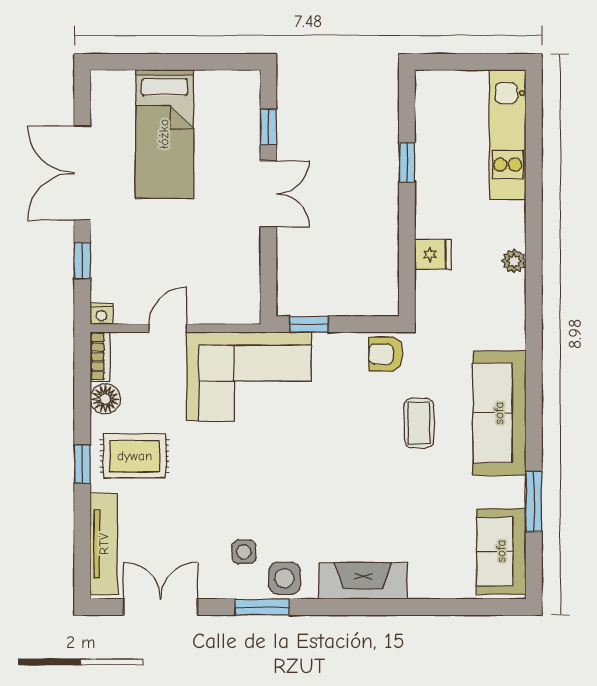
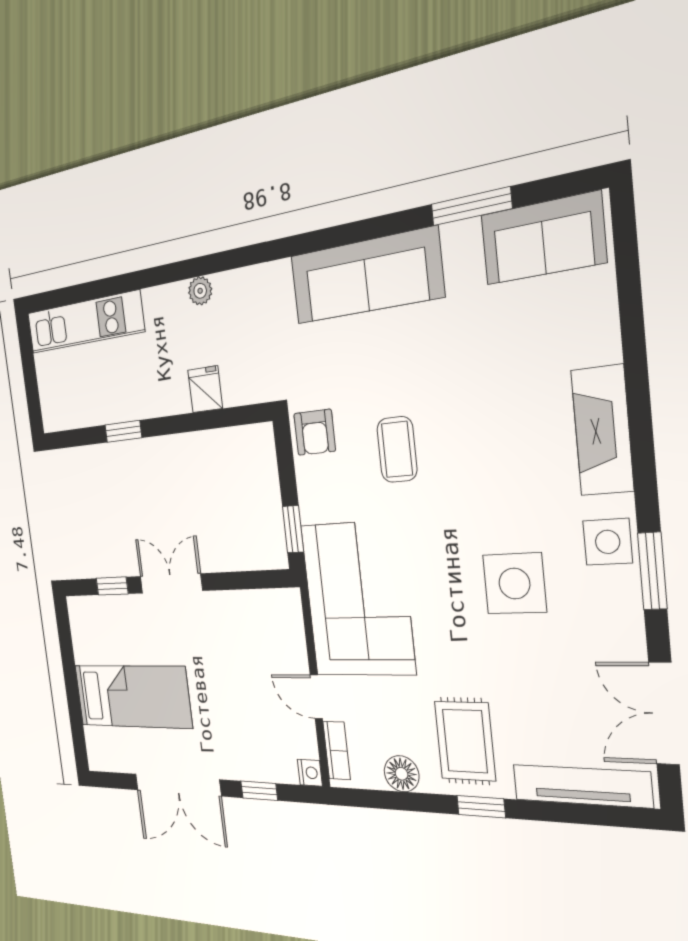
bookcase: (100, 357) -> (337, 751), moved, turned 90
coffee table: (419, 423) -> (397, 449), moved, turned 90
side table: (244, 552) -> (514, 583), moved, width x1.87, depth x1.87

